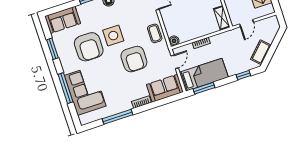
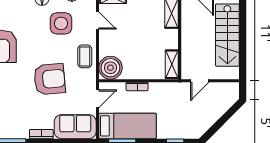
side table: (113, 36) -> (61, 23), moved
boiler: (174, 41) -> (110, 68), width x1.86, depth x1.86
cot: (261, 52) -> (205, 122), removed
armchair: (134, 59) -> (50, 79), turned -95

